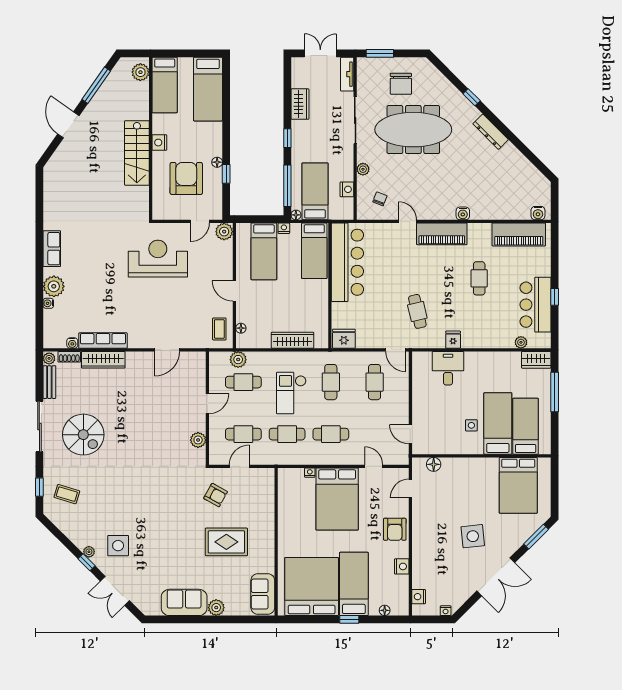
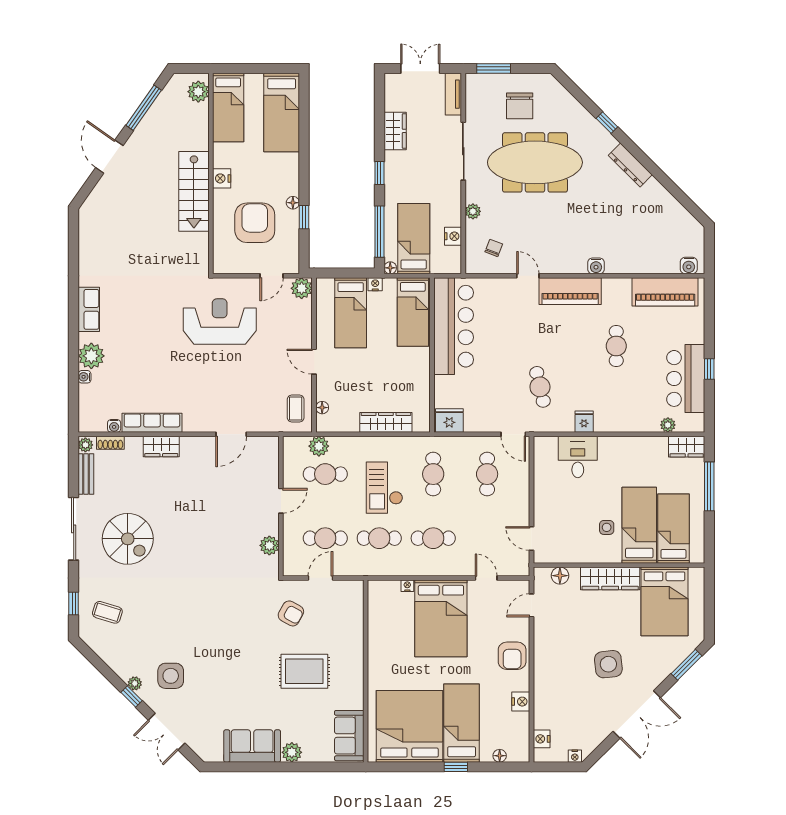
wardrobe: (103, 360) -> (161, 446), width x0.67
wardrobe: (474, 467) -> (610, 578), added

